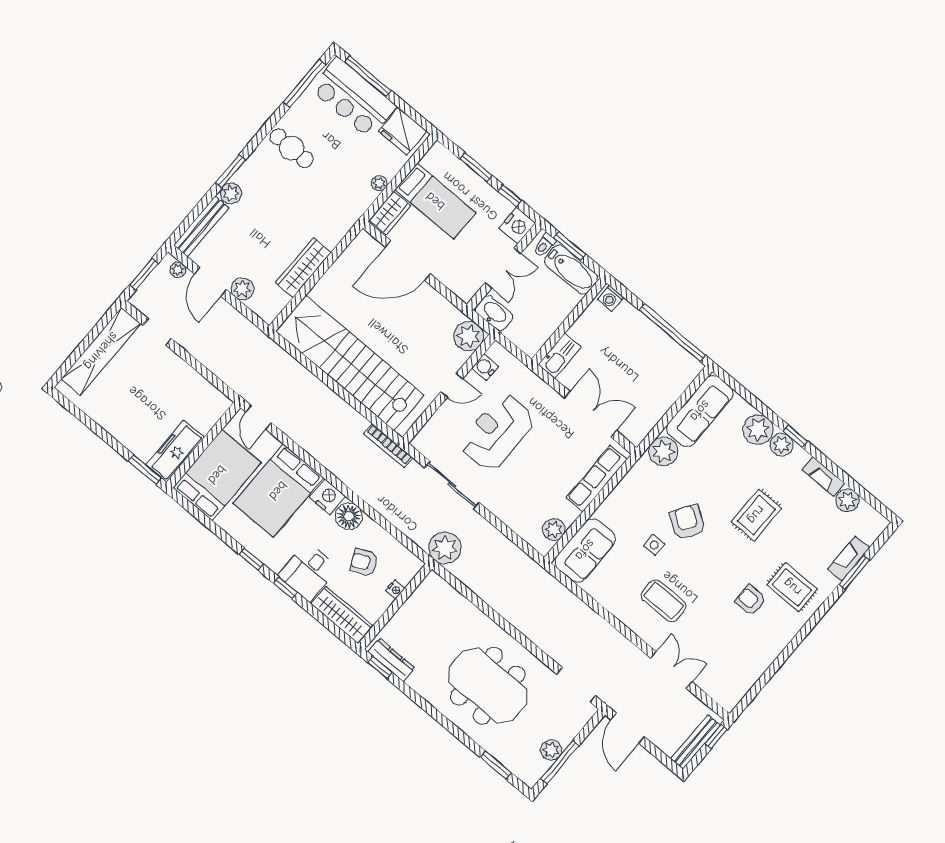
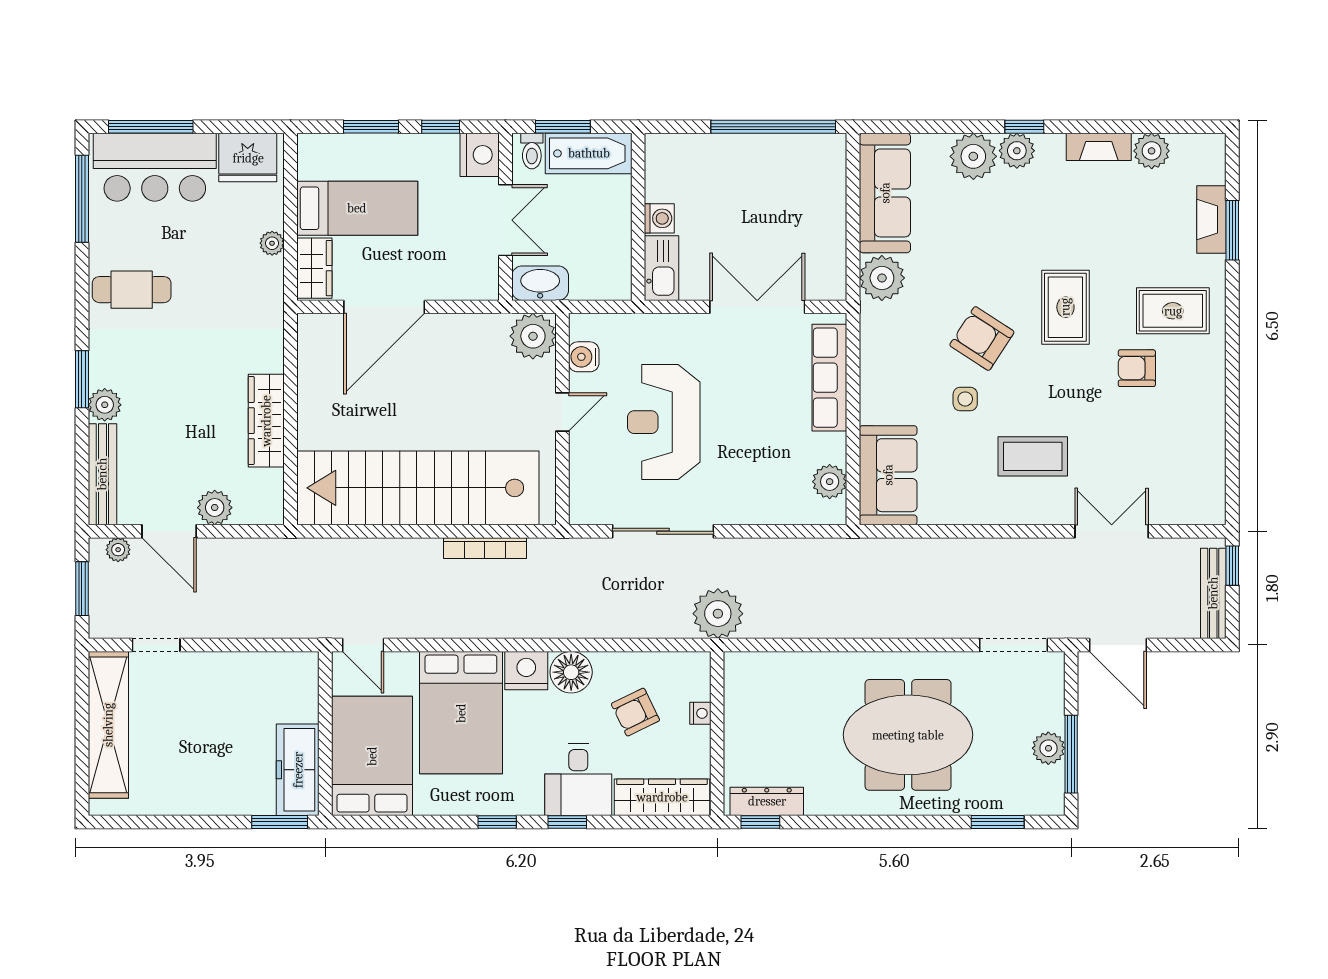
washing machine: (611, 298) -> (659, 218), moved, turned -90
bookcase: (388, 446) -> (485, 548), moved
rug: (756, 515) -> (1065, 307), moved

